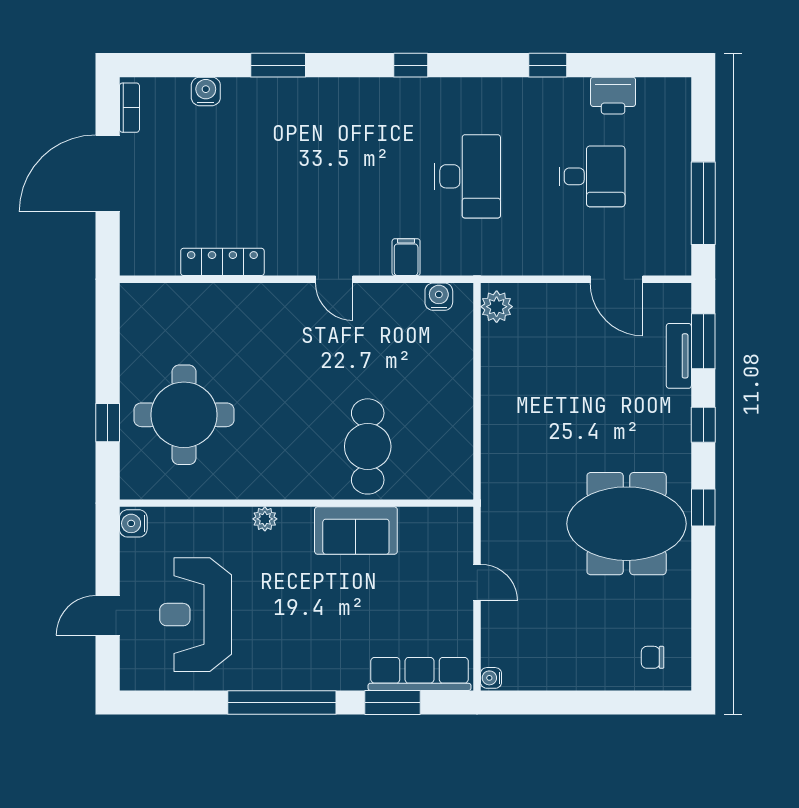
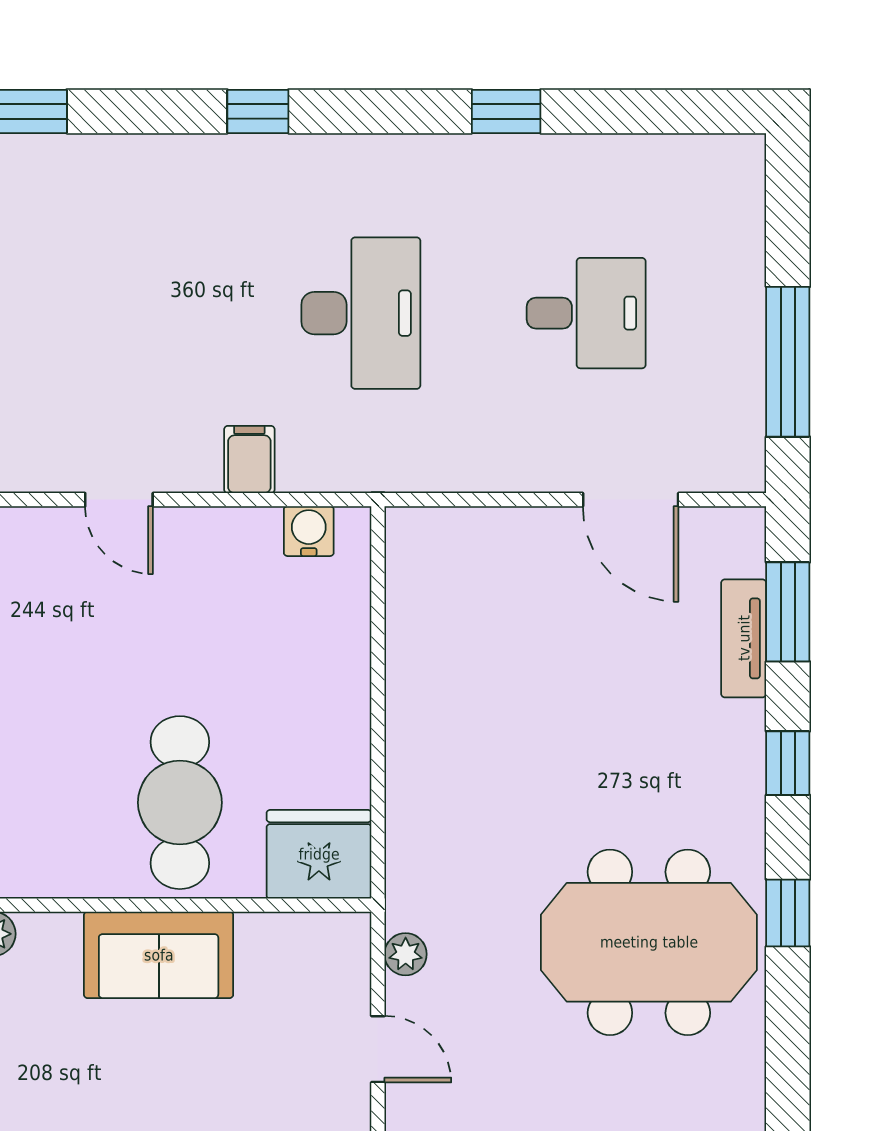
printer: (613, 96) -> (624, 167), removed
plant: (497, 307) -> (406, 954), moved, width x0.73, depth x0.73
fridge: (444, 475) -> (319, 854), added

